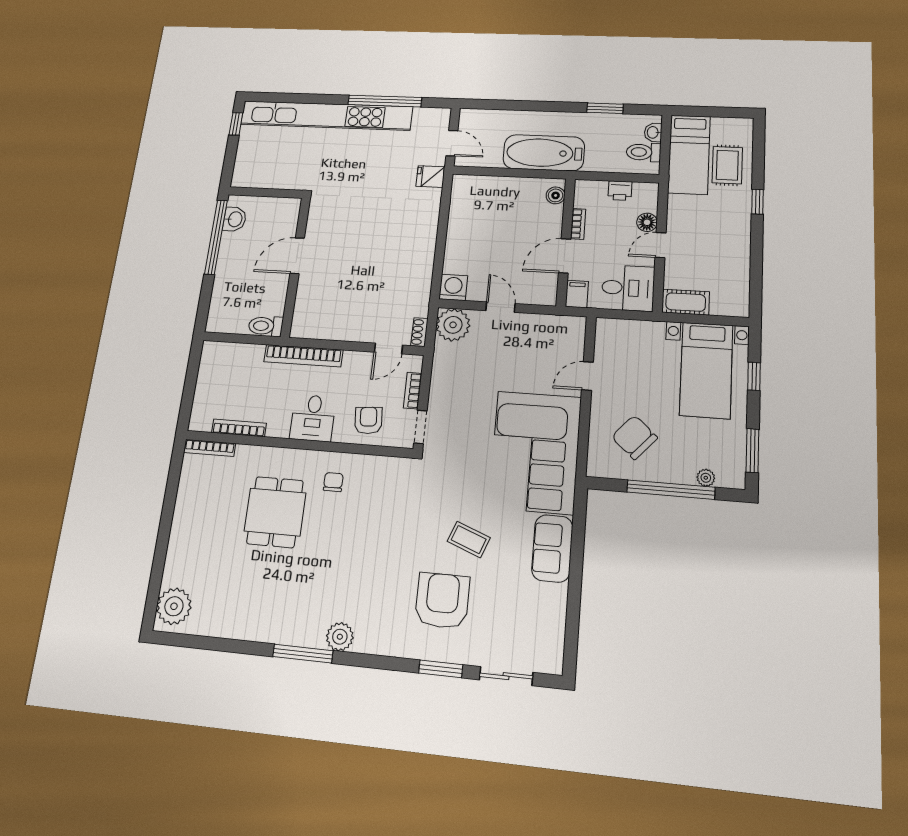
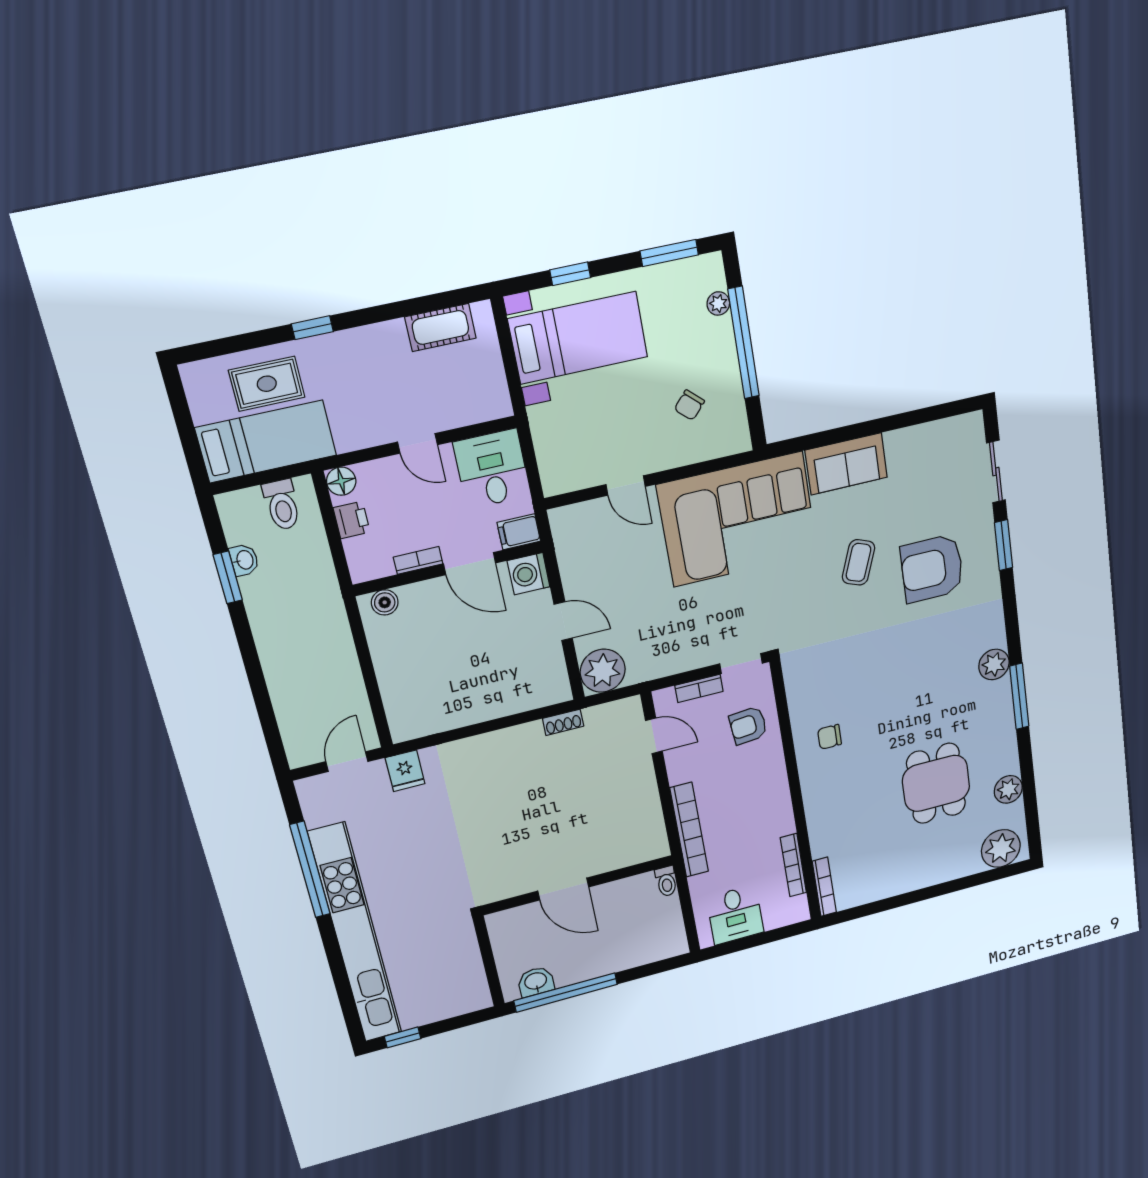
washbasin: (653, 132) -> (244, 560), moved, turned -90
bathtub: (544, 153) -> (325, 638), removed
floor lamp: (647, 222) -> (341, 481), moved
washing machine: (453, 287) -> (529, 574), moved
cot: (686, 302) -> (440, 327), moved, turned 90
door: (500, 307) -> (563, 621), swing flipped
toilet: (266, 326) -> (666, 881), width x0.73, depth x0.72
shoe rack: (419, 332) -> (563, 722), moved
desk: (313, 418) -> (735, 915), moved, turned 90
chair: (634, 437) -> (689, 405), width x0.54, depth x0.54
dining table: (275, 512) -> (936, 783), moved, turned 90
plant: (224, 625) -> (1008, 789), added

